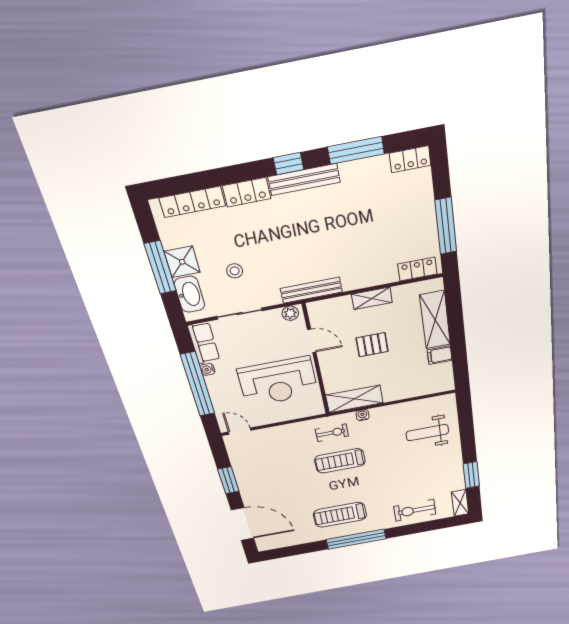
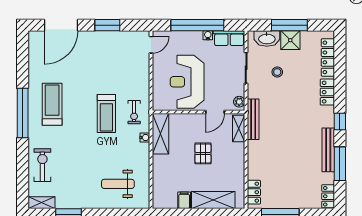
bench: (304, 180) -> (328, 150), moved
shelving: (372, 298) -> (239, 129), moved
weight bench: (427, 433) -> (118, 184), turned -90
treadmill: (340, 461) -> (106, 114), turned 180

